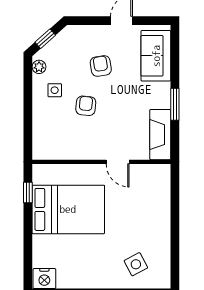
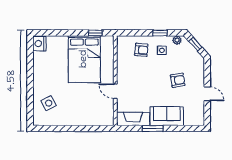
sofa: (156, 56) -> (167, 116), moved
window: (28, 93) -> (160, 33), added
armchair: (86, 106) -> (141, 50), moved
door: (118, 162) -> (115, 91), hinge flipped

